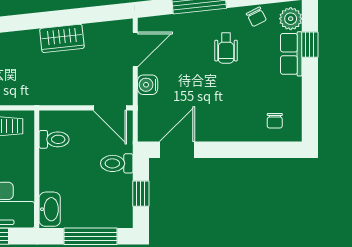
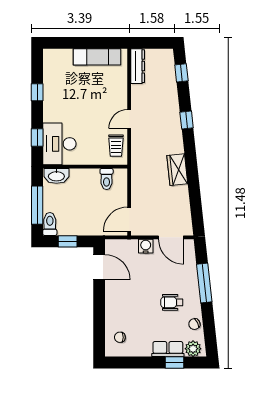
wardrobe: (62, 38) -> (177, 170), moved
toilet: (117, 163) -> (50, 224), moved

